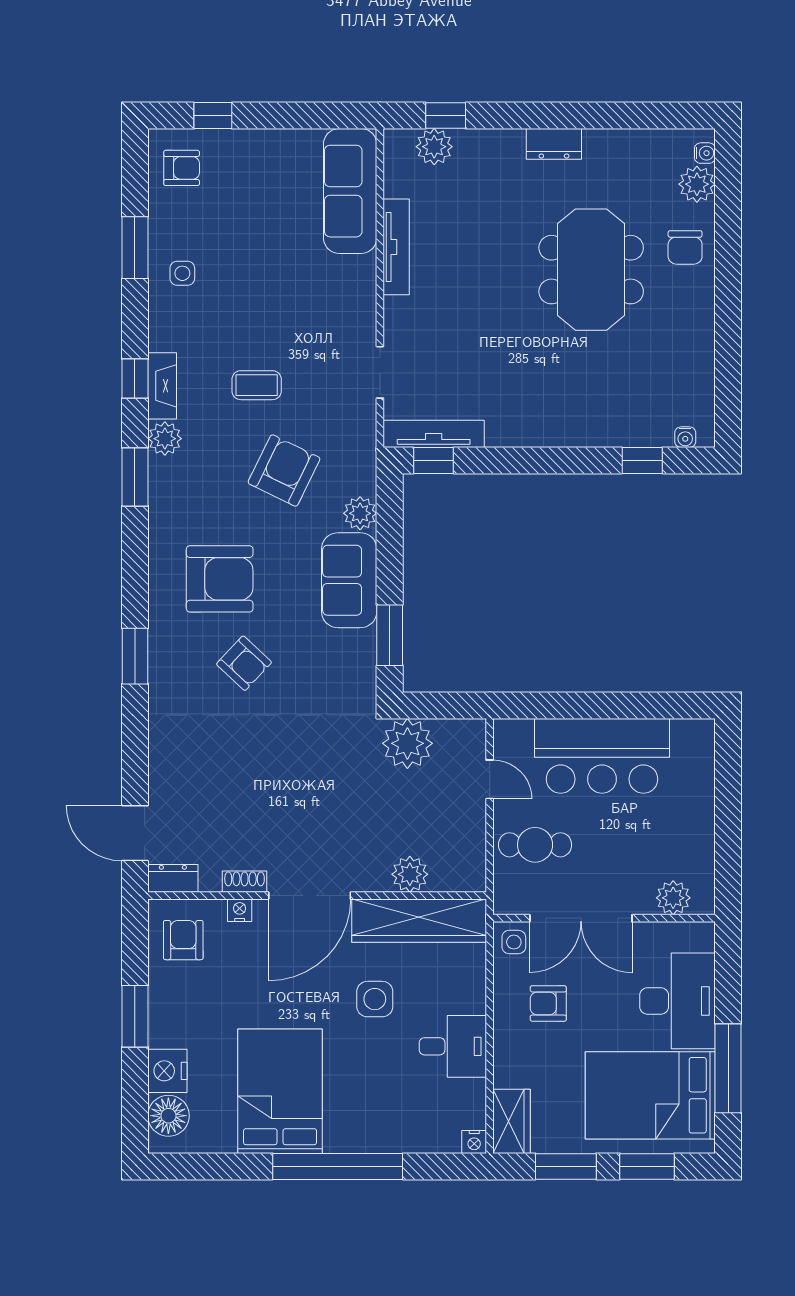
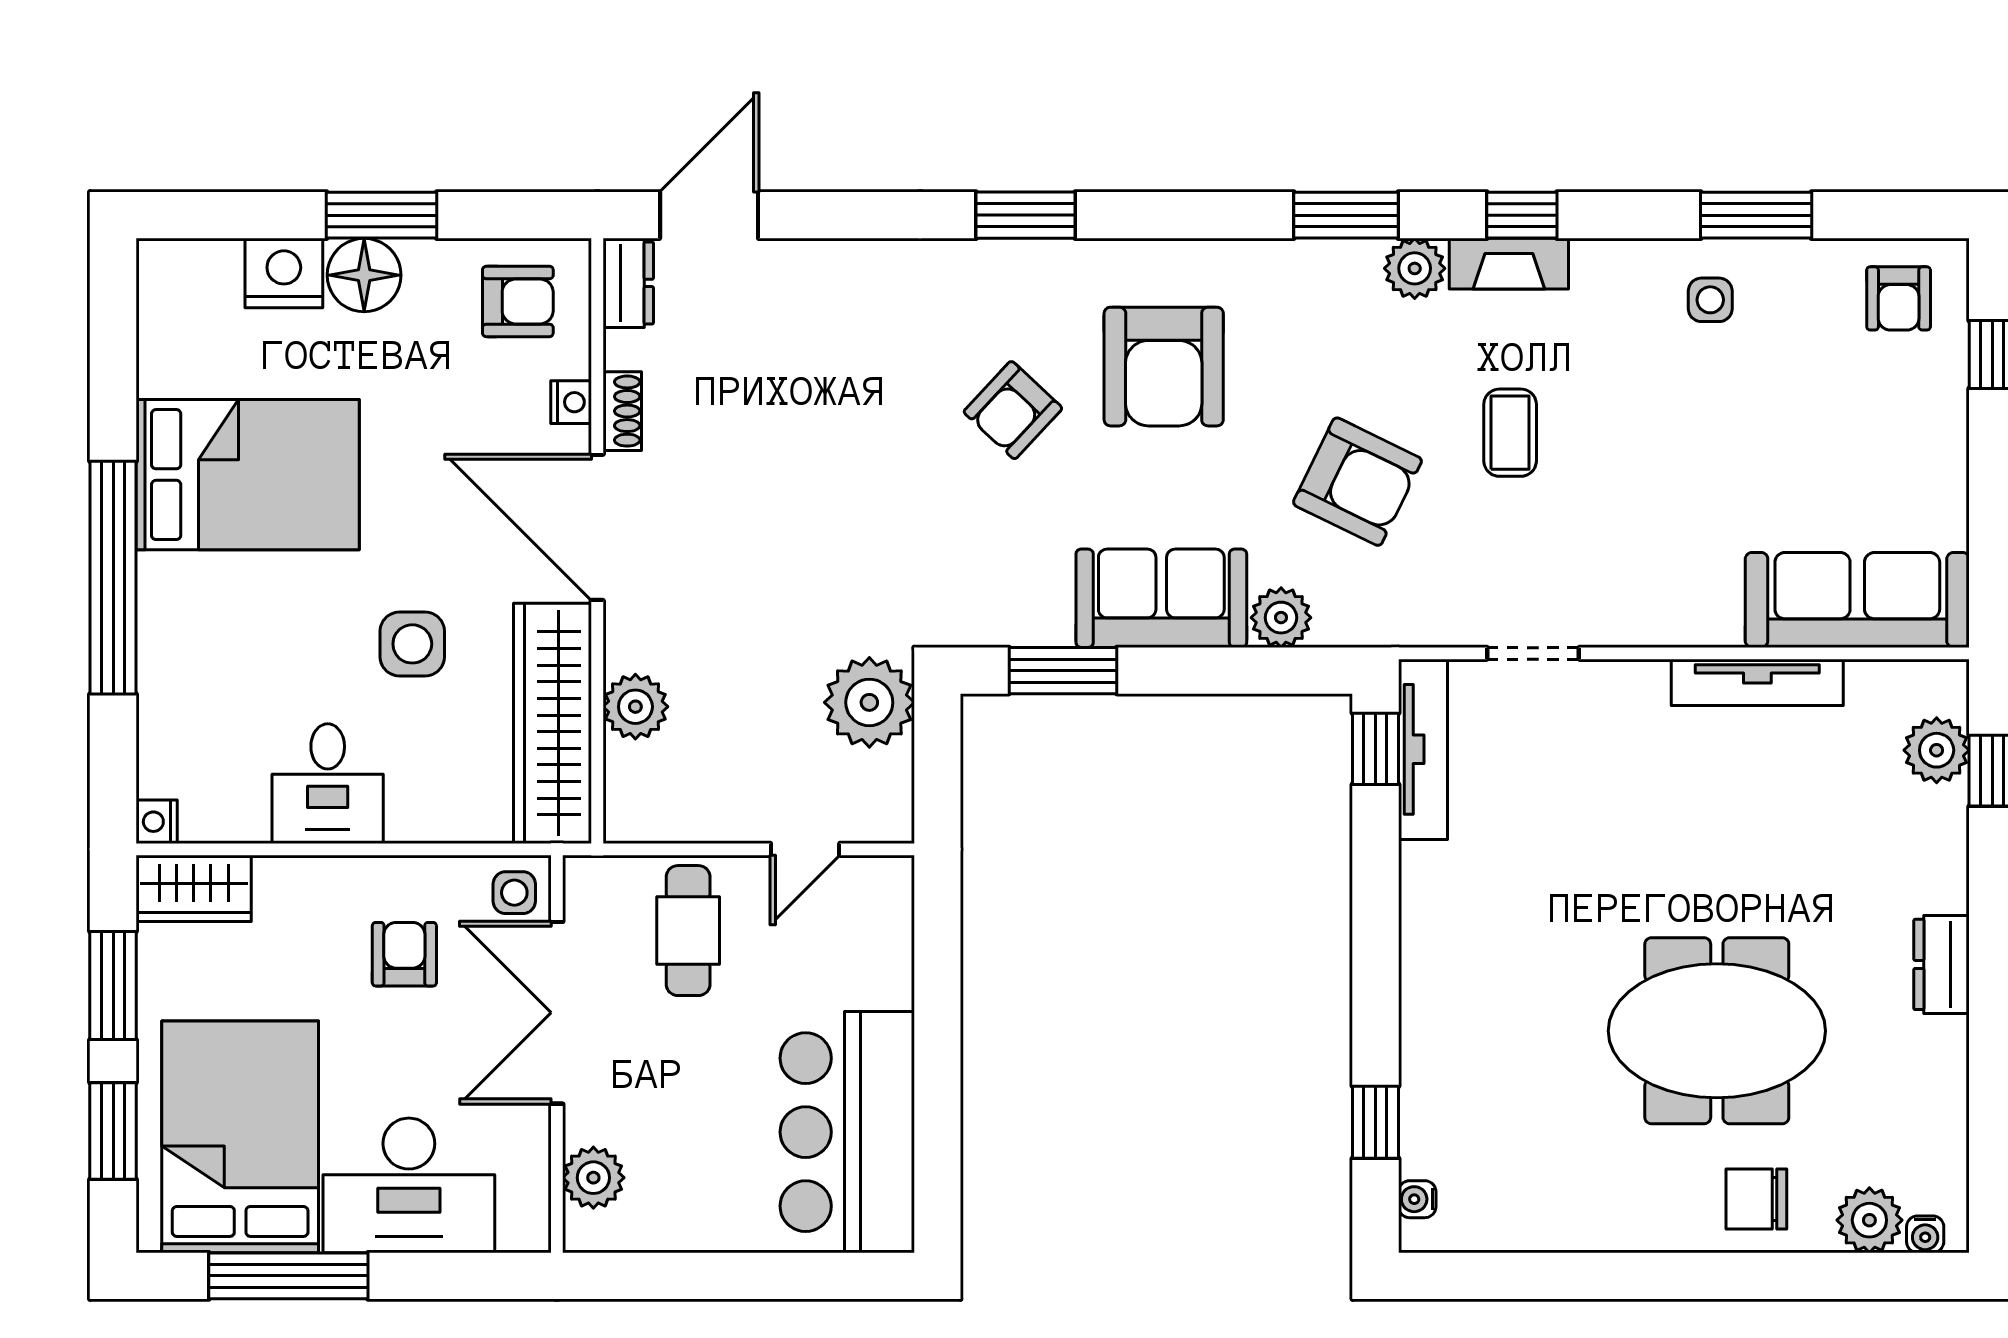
bar counter: (602, 756) -> (847, 1132), moved
floor lamp: (168, 1116) -> (364, 275), moved

